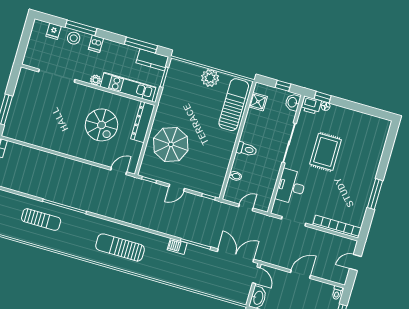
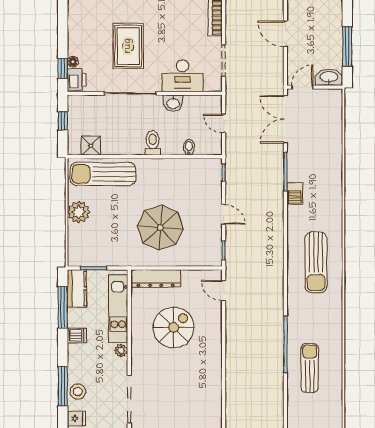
dishwasher: (96, 44) -> (77, 335), moved
washbasin: (293, 102) -> (173, 103), moved
parasol: (171, 144) -> (160, 228), moved
rug: (326, 152) -> (128, 46), turned 90

